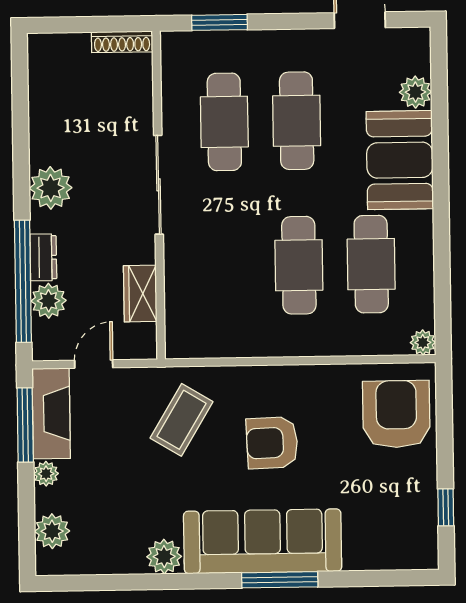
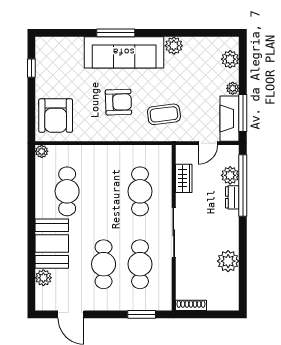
plant: (51, 188) -> (228, 261), moved
cafe table: (299, 265) -> (140, 191), moved
coffee table: (181, 420) -> (164, 114), turned 52

